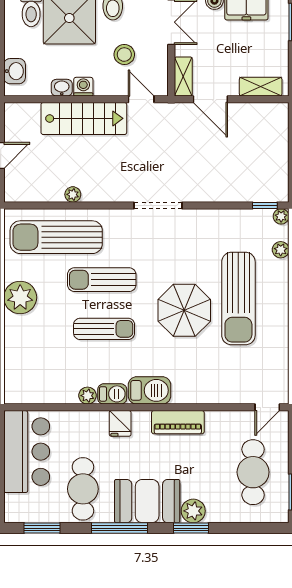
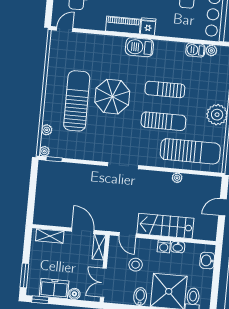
barbecue: (112, 394) -> (195, 50), moved
plant: (87, 396) -> (211, 50), moved
fridge: (120, 423) -> (148, 27), moved

